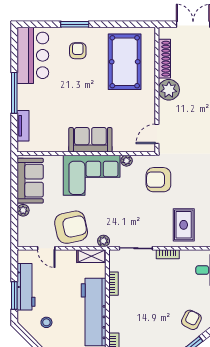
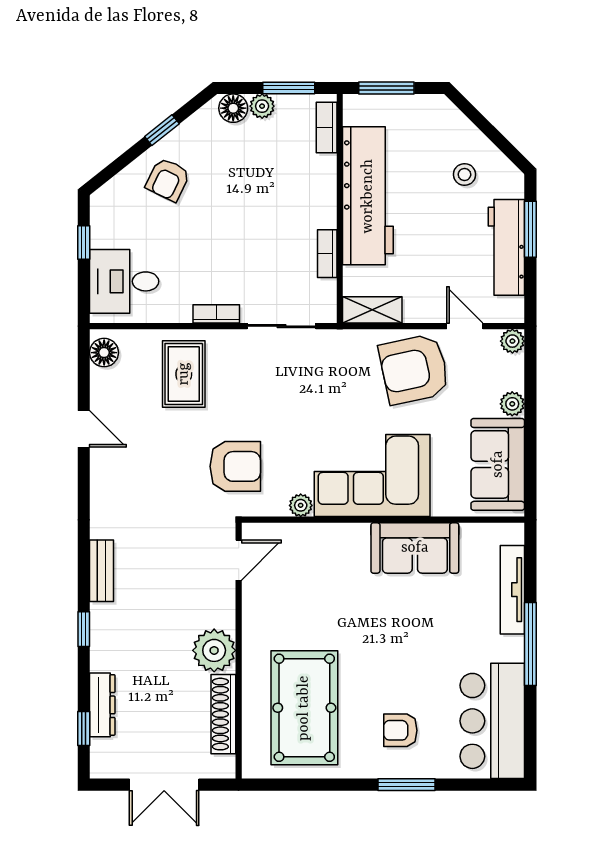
armchair: (78, 51) -> (400, 730), turned 90
tv unit: (23, 126) -> (512, 590), width x1.41
sofa: (90, 140) -> (415, 548), moved
plant: (104, 241) -> (512, 341), moved

